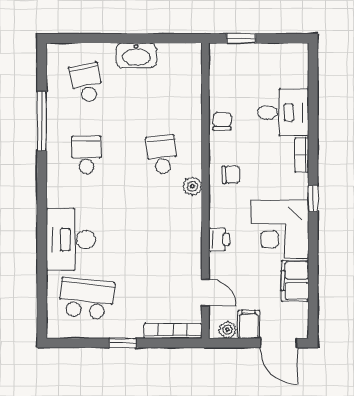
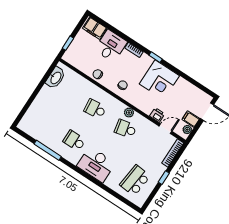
washbasin: (136, 55) -> (56, 78), moved
school desk: (86, 83) -> (126, 129), moved
plant: (192, 186) -> (129, 113), moved
desk: (71, 239) -> (96, 164), moved
printer: (219, 239) -> (157, 115), moved
filing cabinet: (295, 281) -> (95, 28), moved

